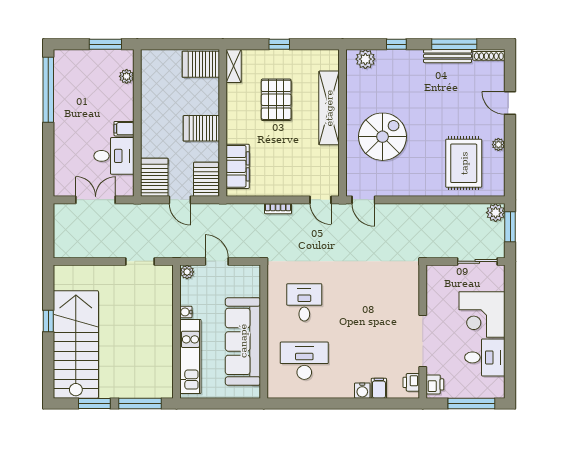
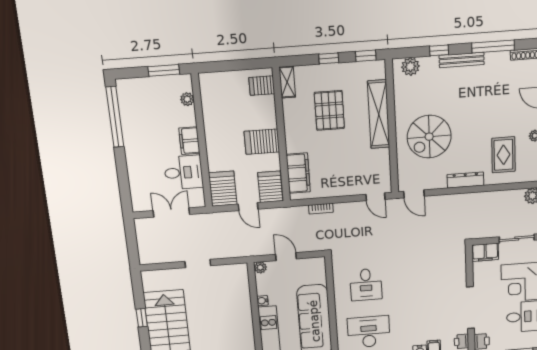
window: (319, 44) -> (366, 56), added
bench: (448, 56) -> (462, 60), moved
server rack: (201, 64) -> (262, 86), width x0.73, depth x0.70
filing cabinet: (124, 129) -> (189, 141), width x2.00
spiral stairs: (383, 137) -> (429, 137), turned 180
rug: (464, 163) -> (504, 155), width x0.73, depth x0.70
dresser: (421, 189) -> (465, 180), added
bookcase: (278, 209) -> (321, 209), moved
doorway: (140, 261) -> (198, 264), moved
filing cabinet: (441, 275) -> (485, 252), added
desk: (304, 302) -> (366, 285), turned 180

